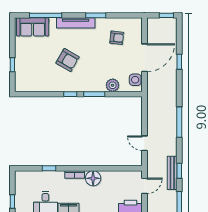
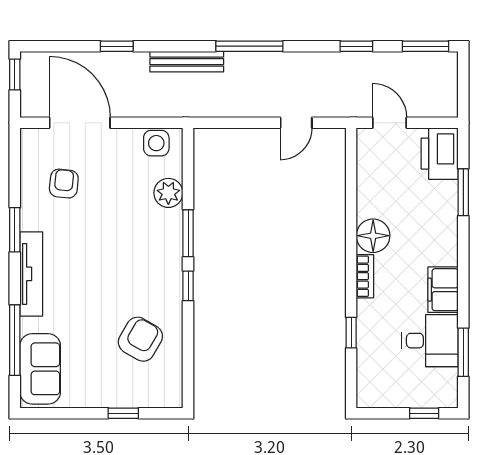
door: (144, 58) -> (80, 123), moved
armchair: (68, 60) -> (140, 339), moved
bench: (172, 173) -> (187, 62), moved

